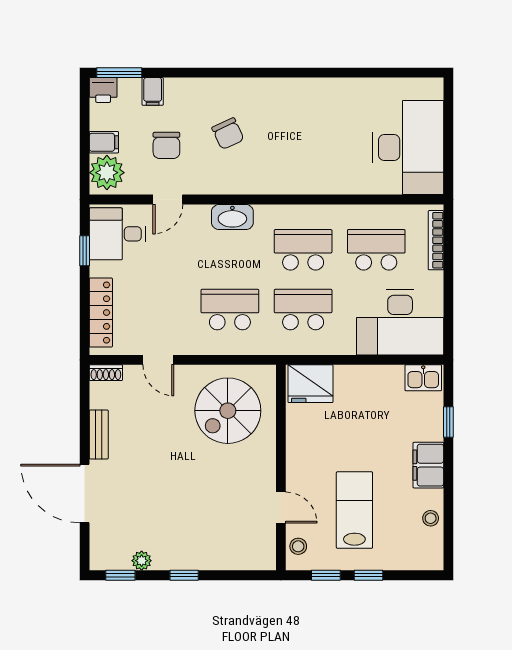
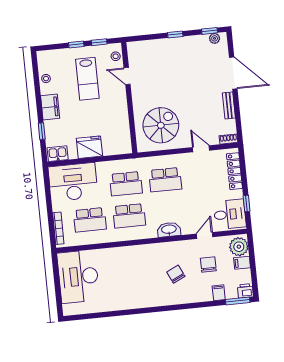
fridge: (310, 384) -> (89, 147), moved
plant: (142, 561) -> (215, 38), moved

